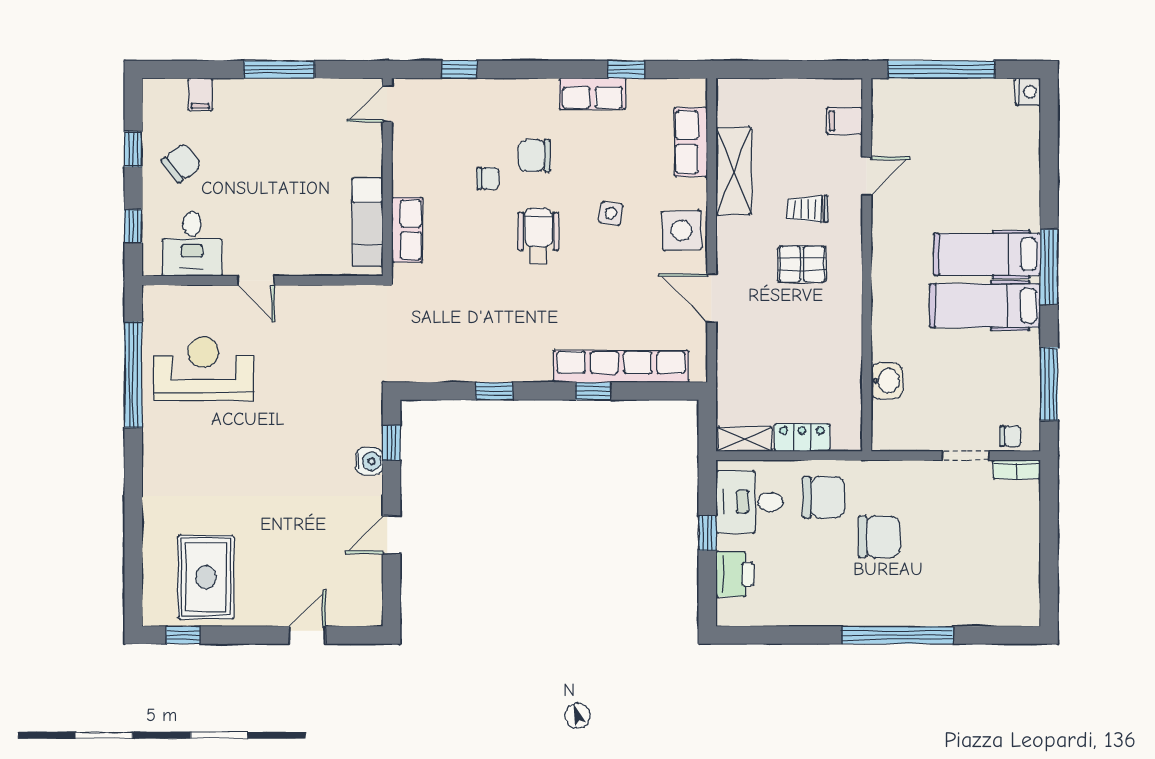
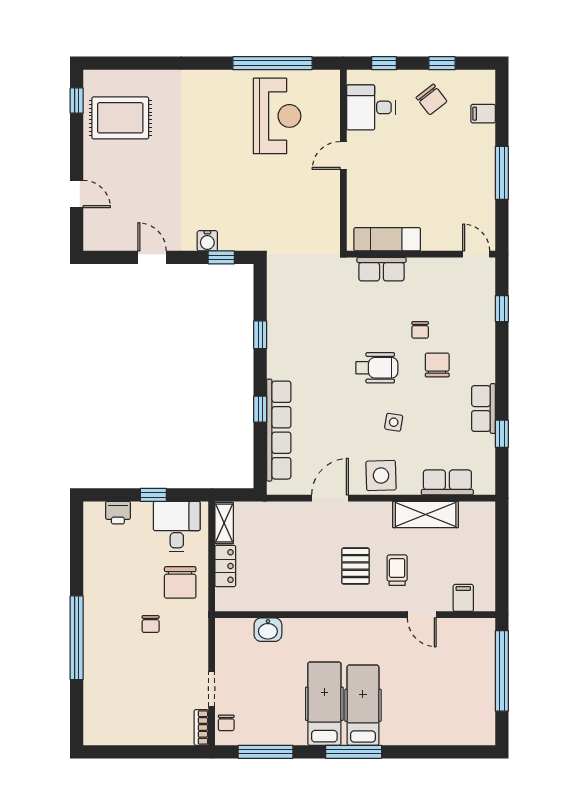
nightstand: (1028, 92) -> (485, 736), removed
chair: (879, 537) -> (151, 624), width x0.54, depth x0.54
printer: (735, 574) -> (118, 513), width x0.73, depth x0.81

